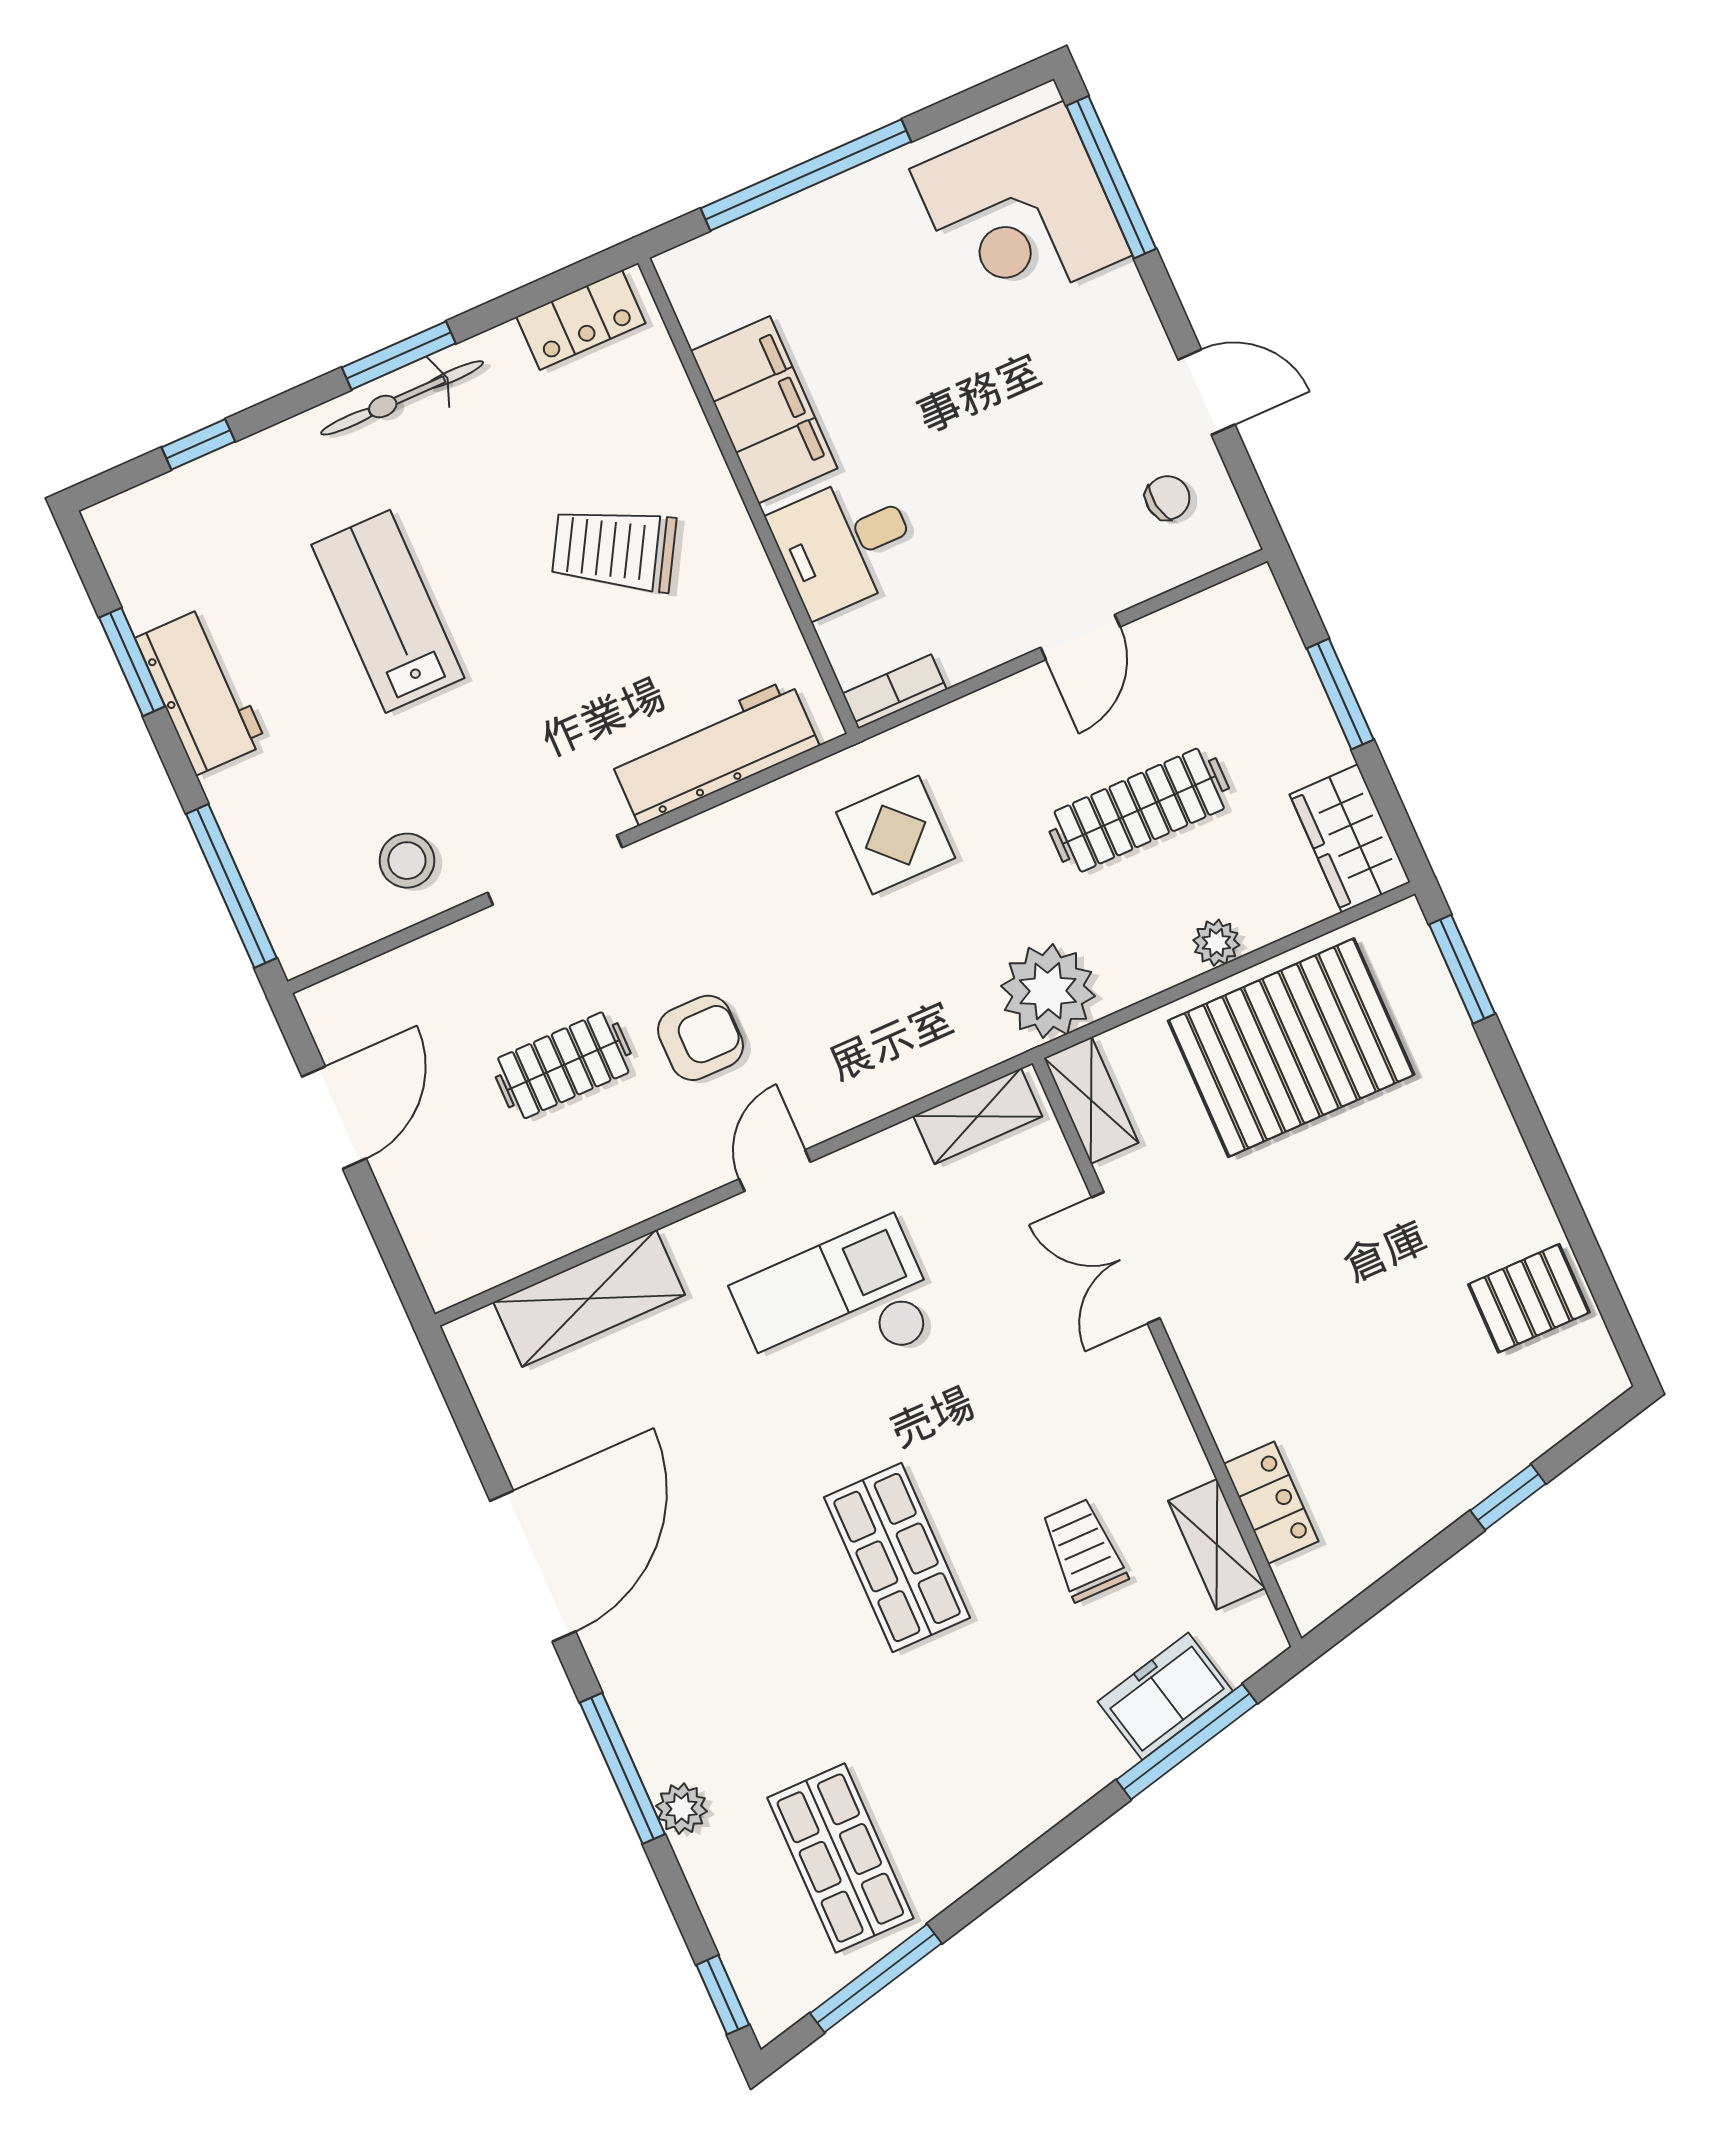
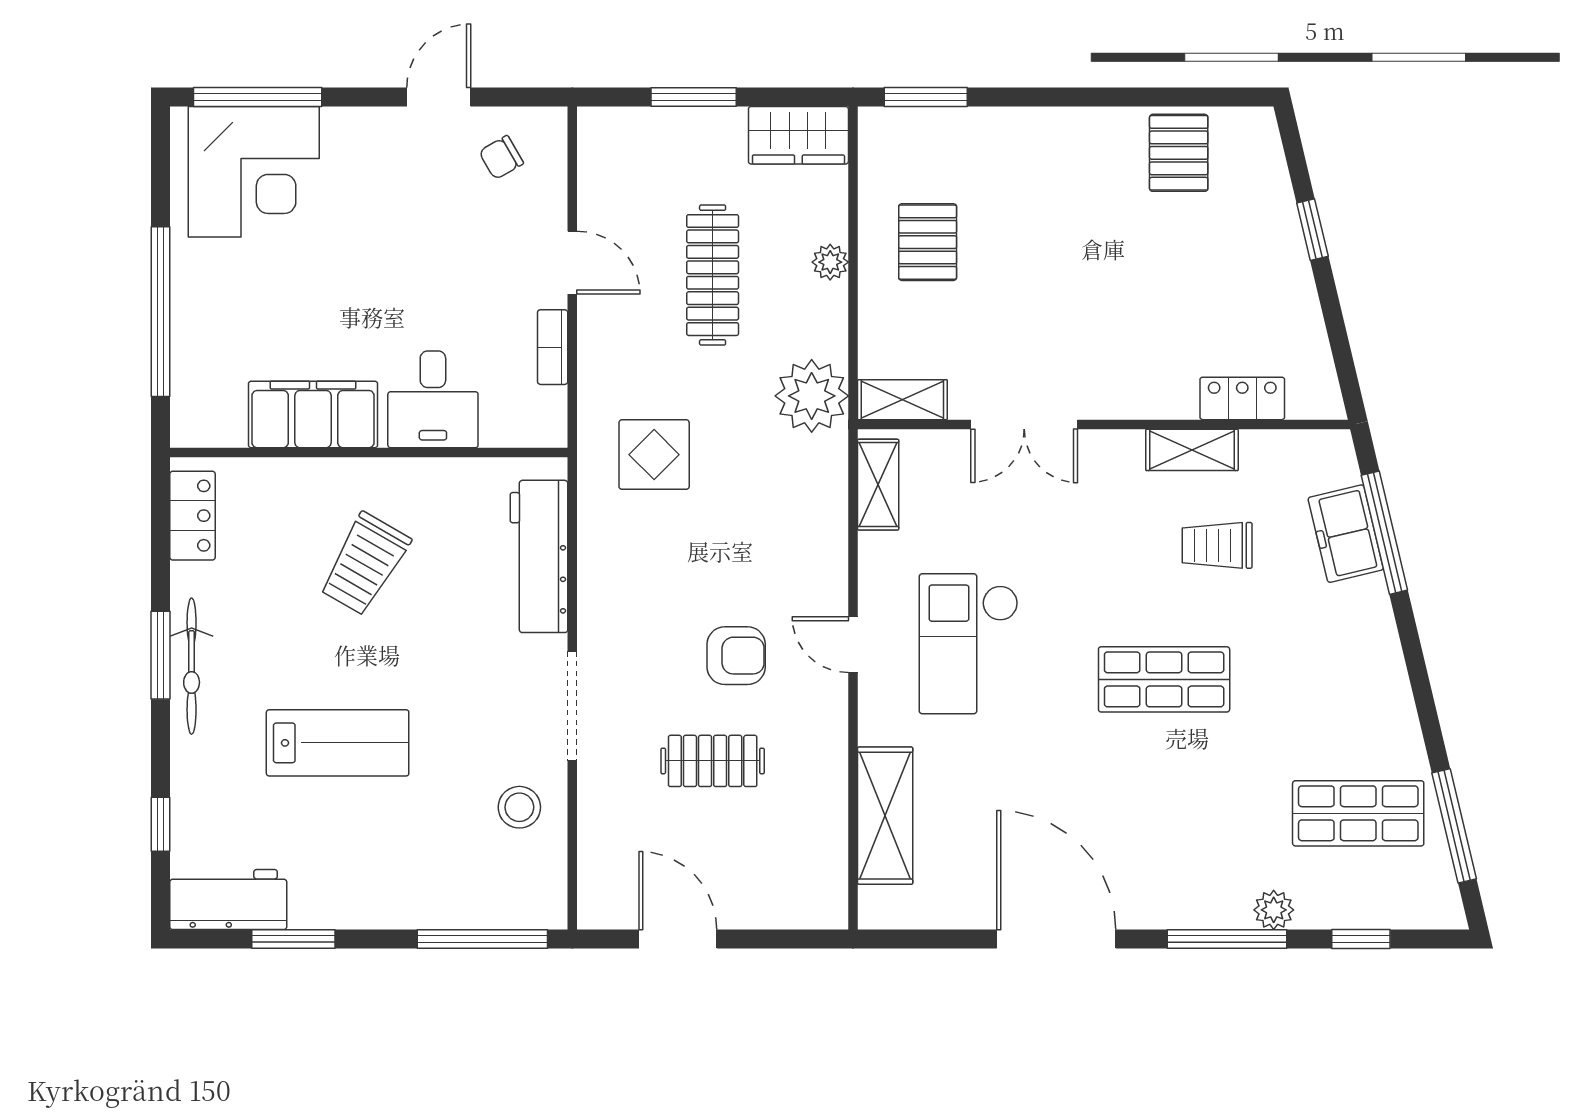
chair: (1168, 498) -> (501, 157), turned -111
lab bench: (388, 611) -> (338, 743), turned 180
workbench: (201, 691) -> (228, 900), moved
bookcase: (895, 692) -> (553, 347), moved
armchair: (700, 1038) -> (736, 656), turned 90
pallet: (1291, 1048) -> (928, 242), width x0.49, depth x0.50
clothes rail: (563, 1065) -> (713, 761), turned 90
shelving: (1217, 1544) -> (1192, 450), moved
window: (723, 1995) -> (1361, 939), moved

